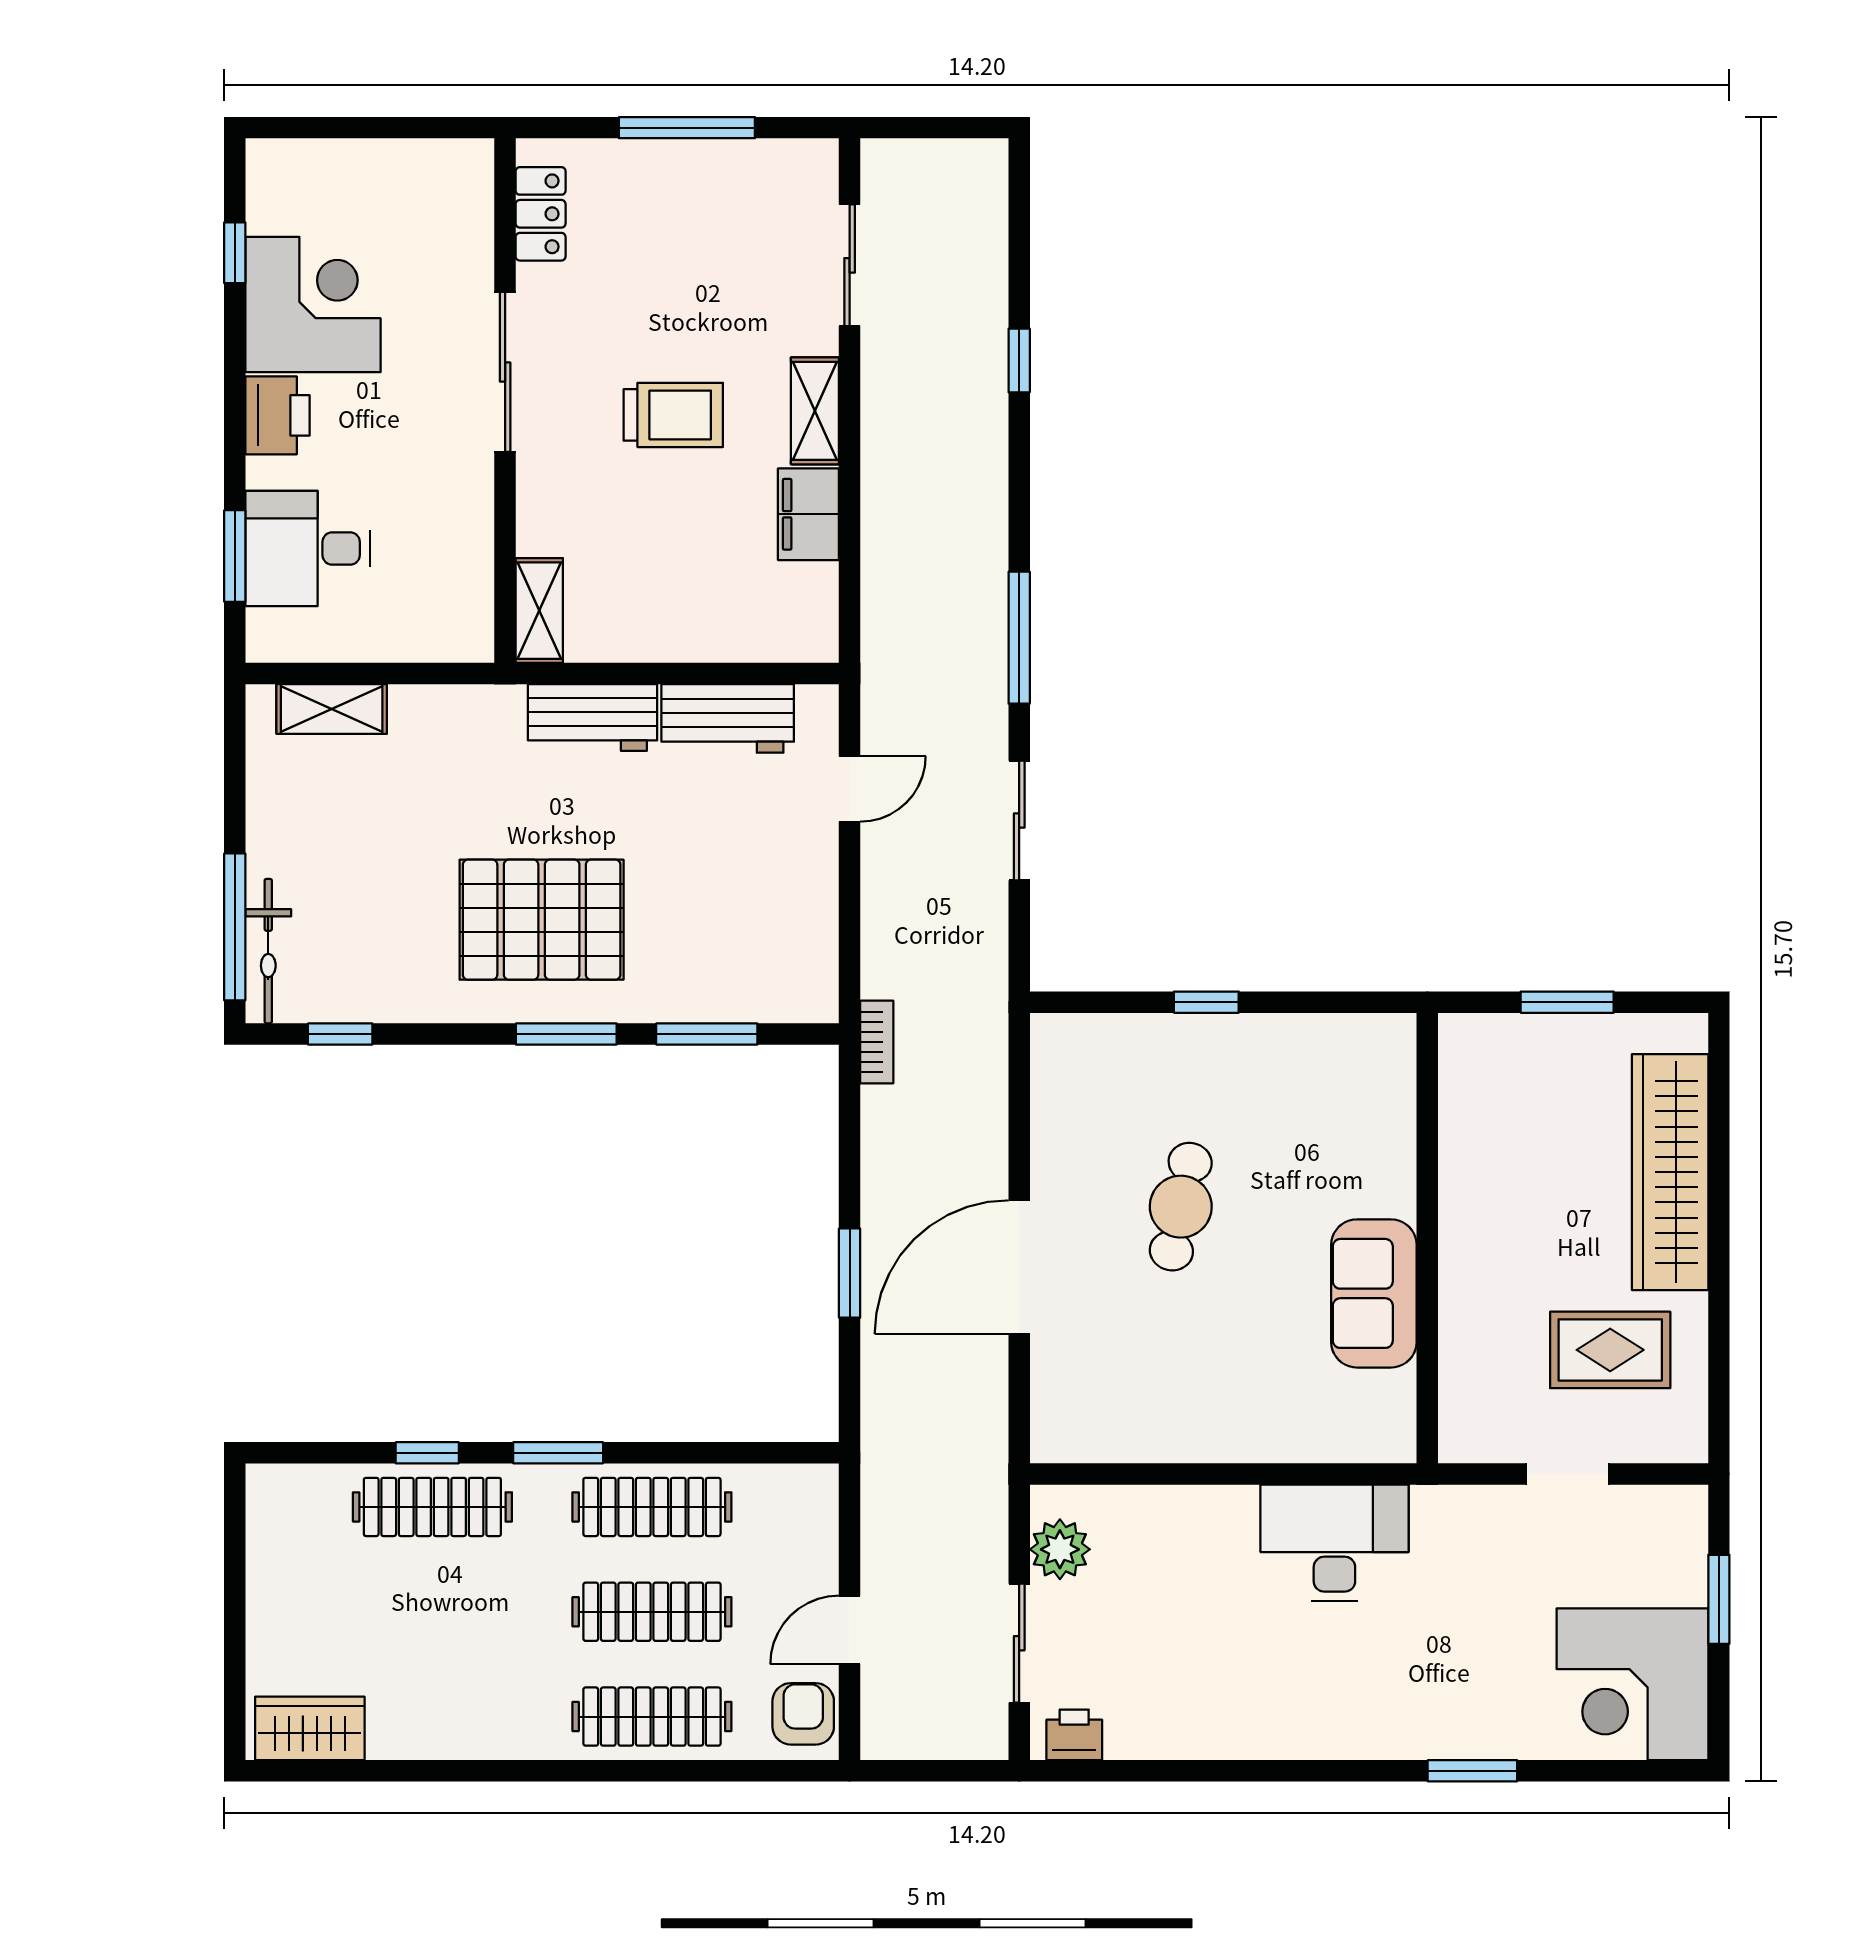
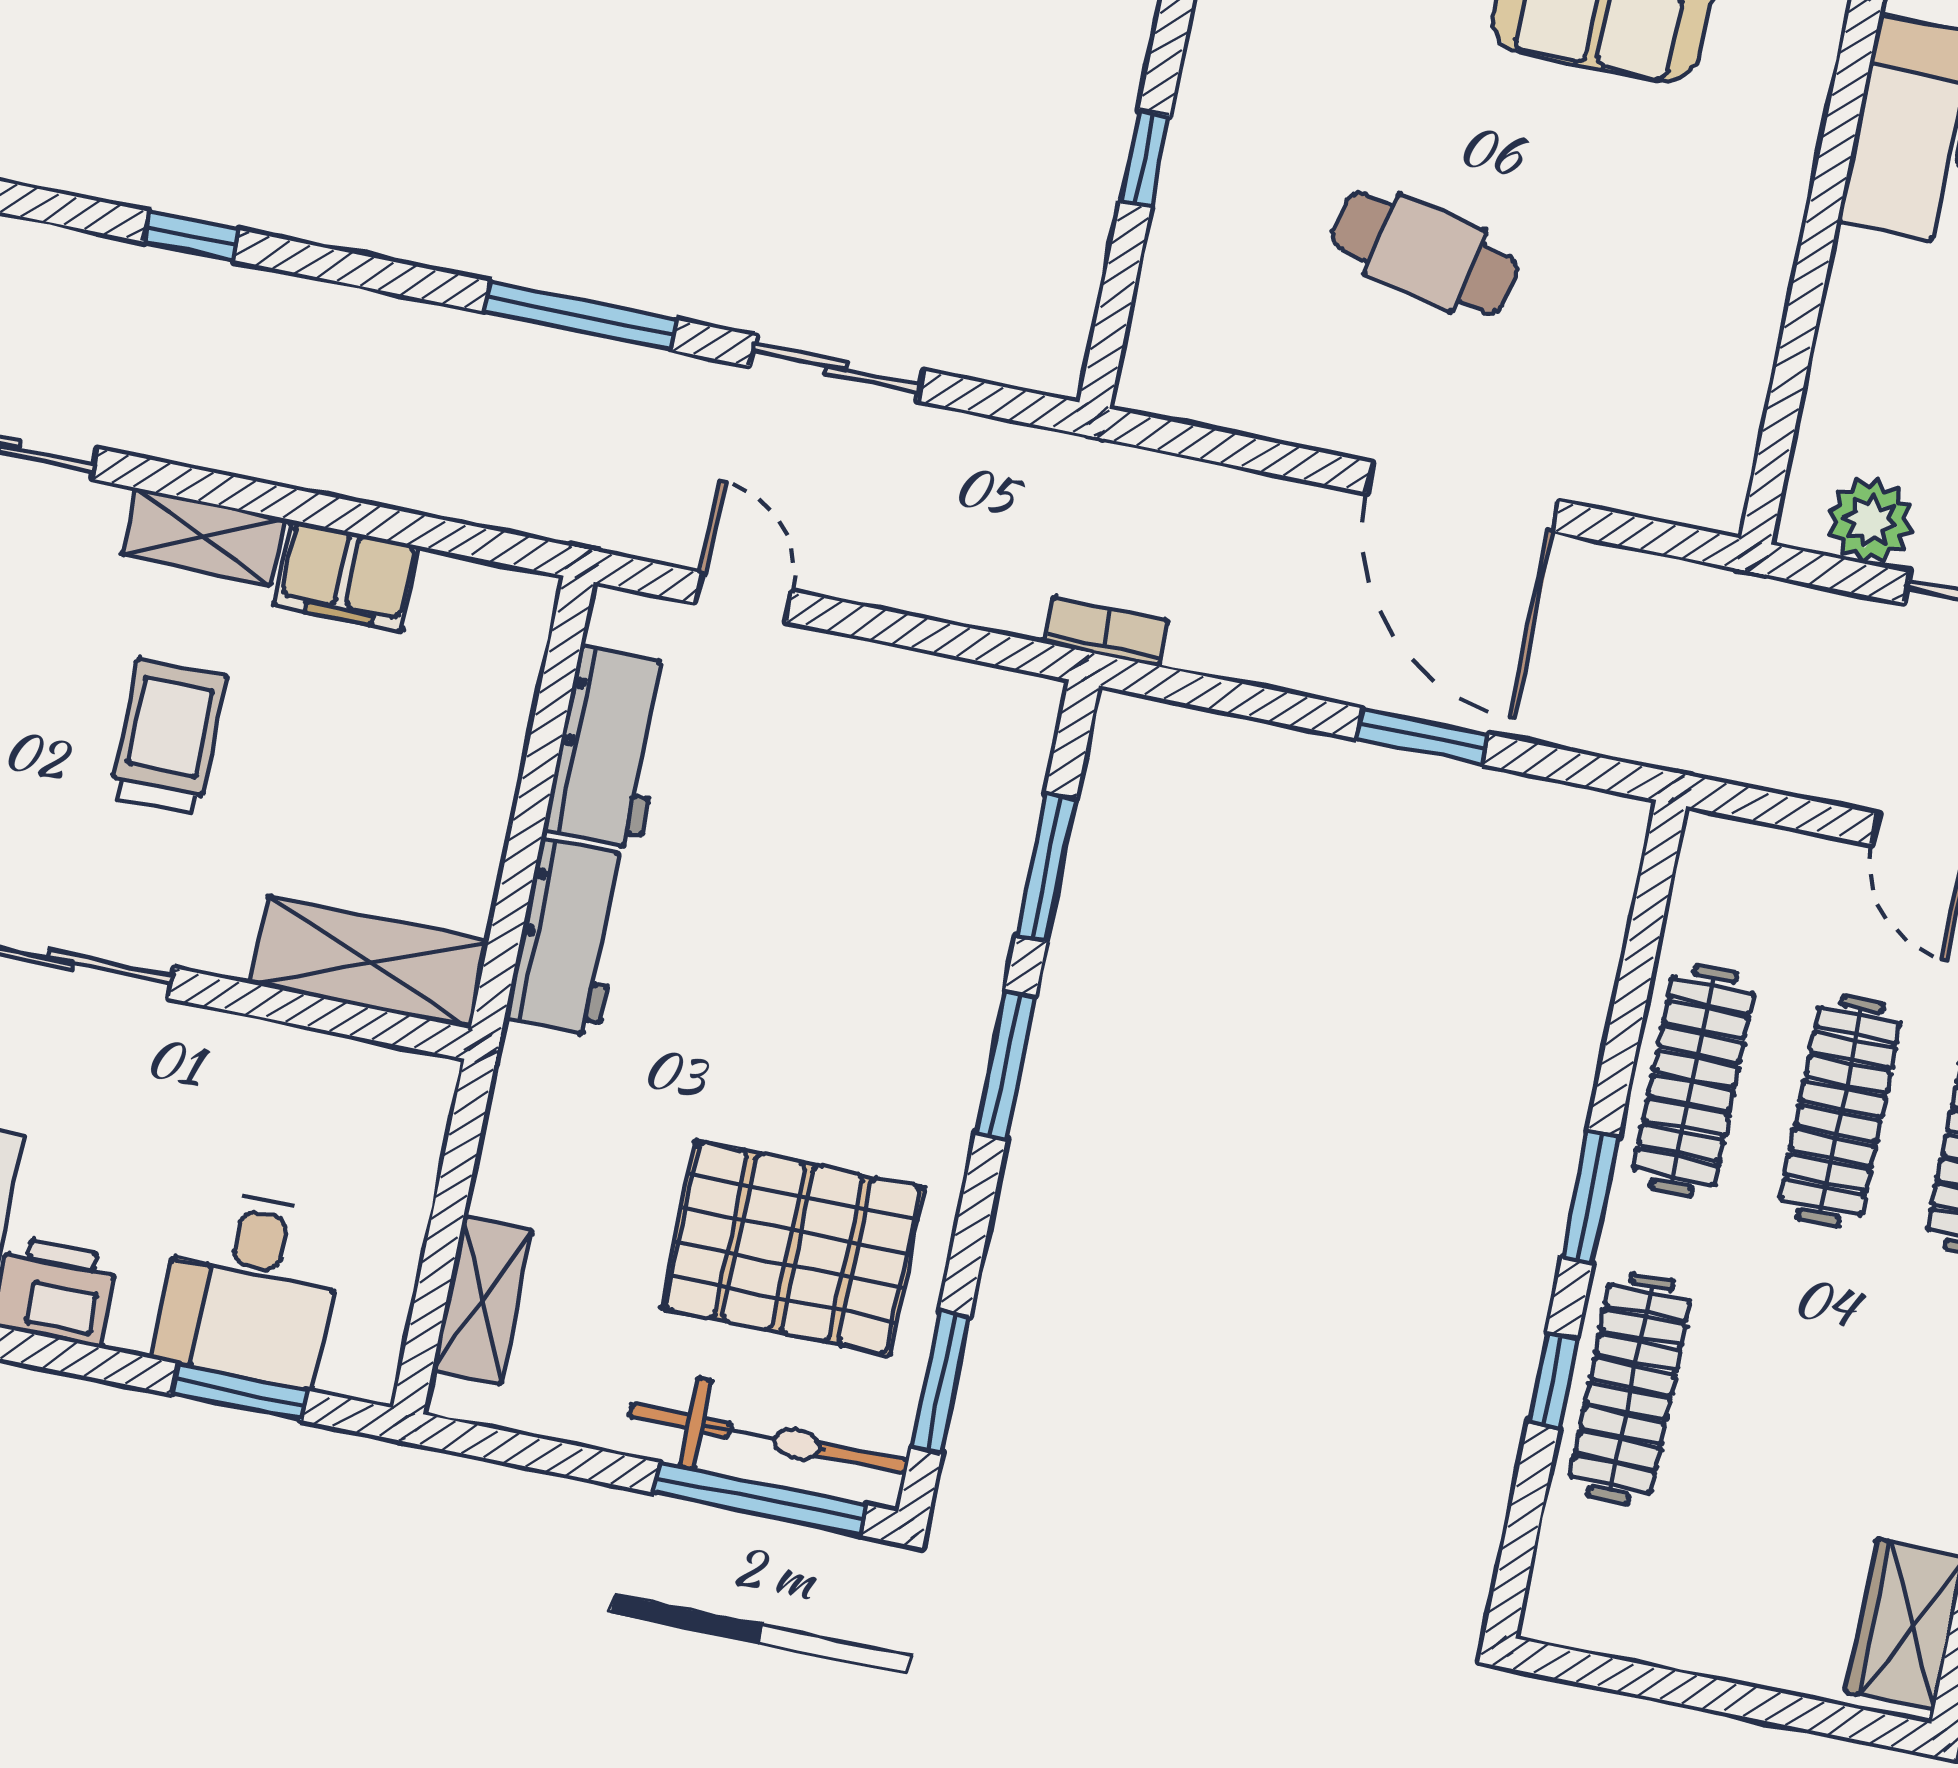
shelving: (539, 611) -> (369, 962), width x1.50, depth x1.33
pallet: (542, 920) -> (793, 1248), moved, turned 90
bicycle: (268, 951) -> (769, 1438), width x1.37, depth x1.40
window: (340, 1034) -> (940, 1382), width x1.50

